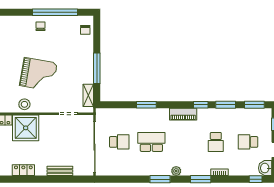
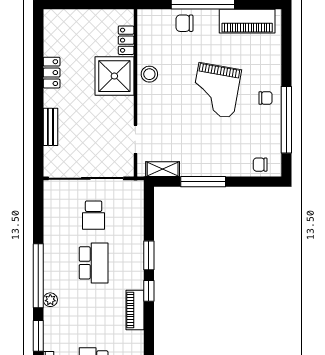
grand piano: (38, 74) -> (216, 90), moved
window: (201, 105) -> (149, 291), moved
window: (160, 179) -> (38, 276), width x2.11

